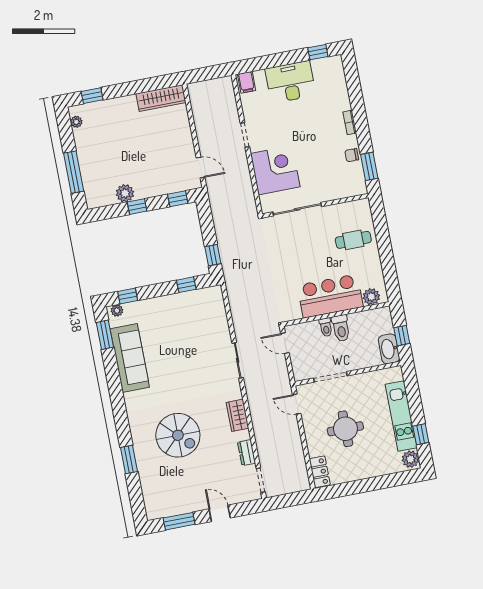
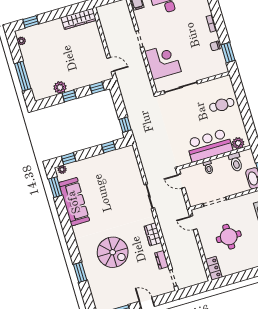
toilet: (341, 328) -> (236, 162), moved

